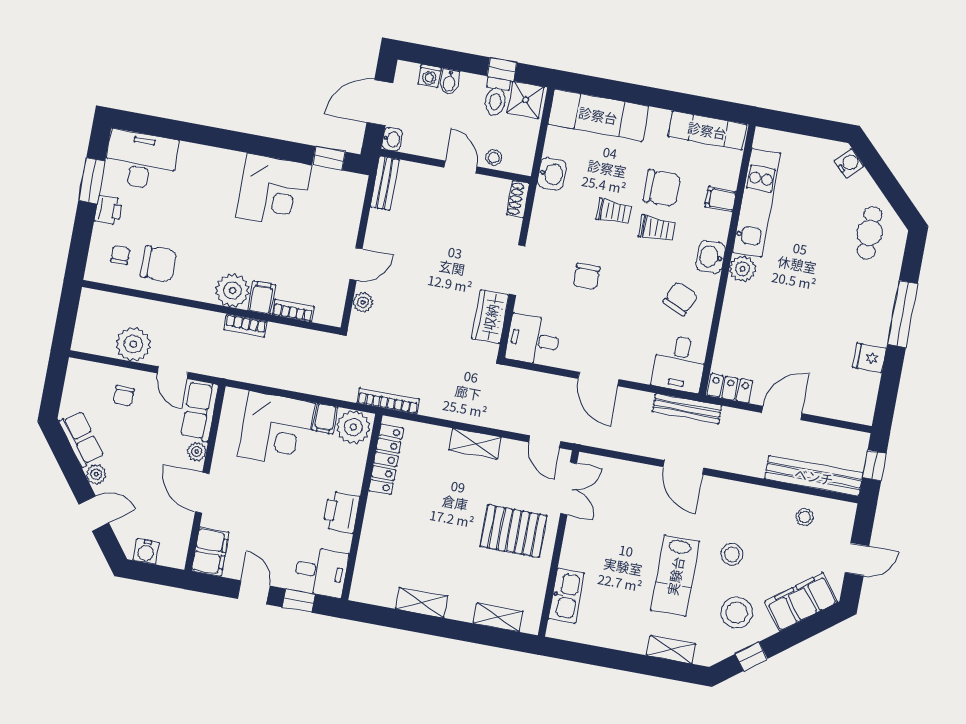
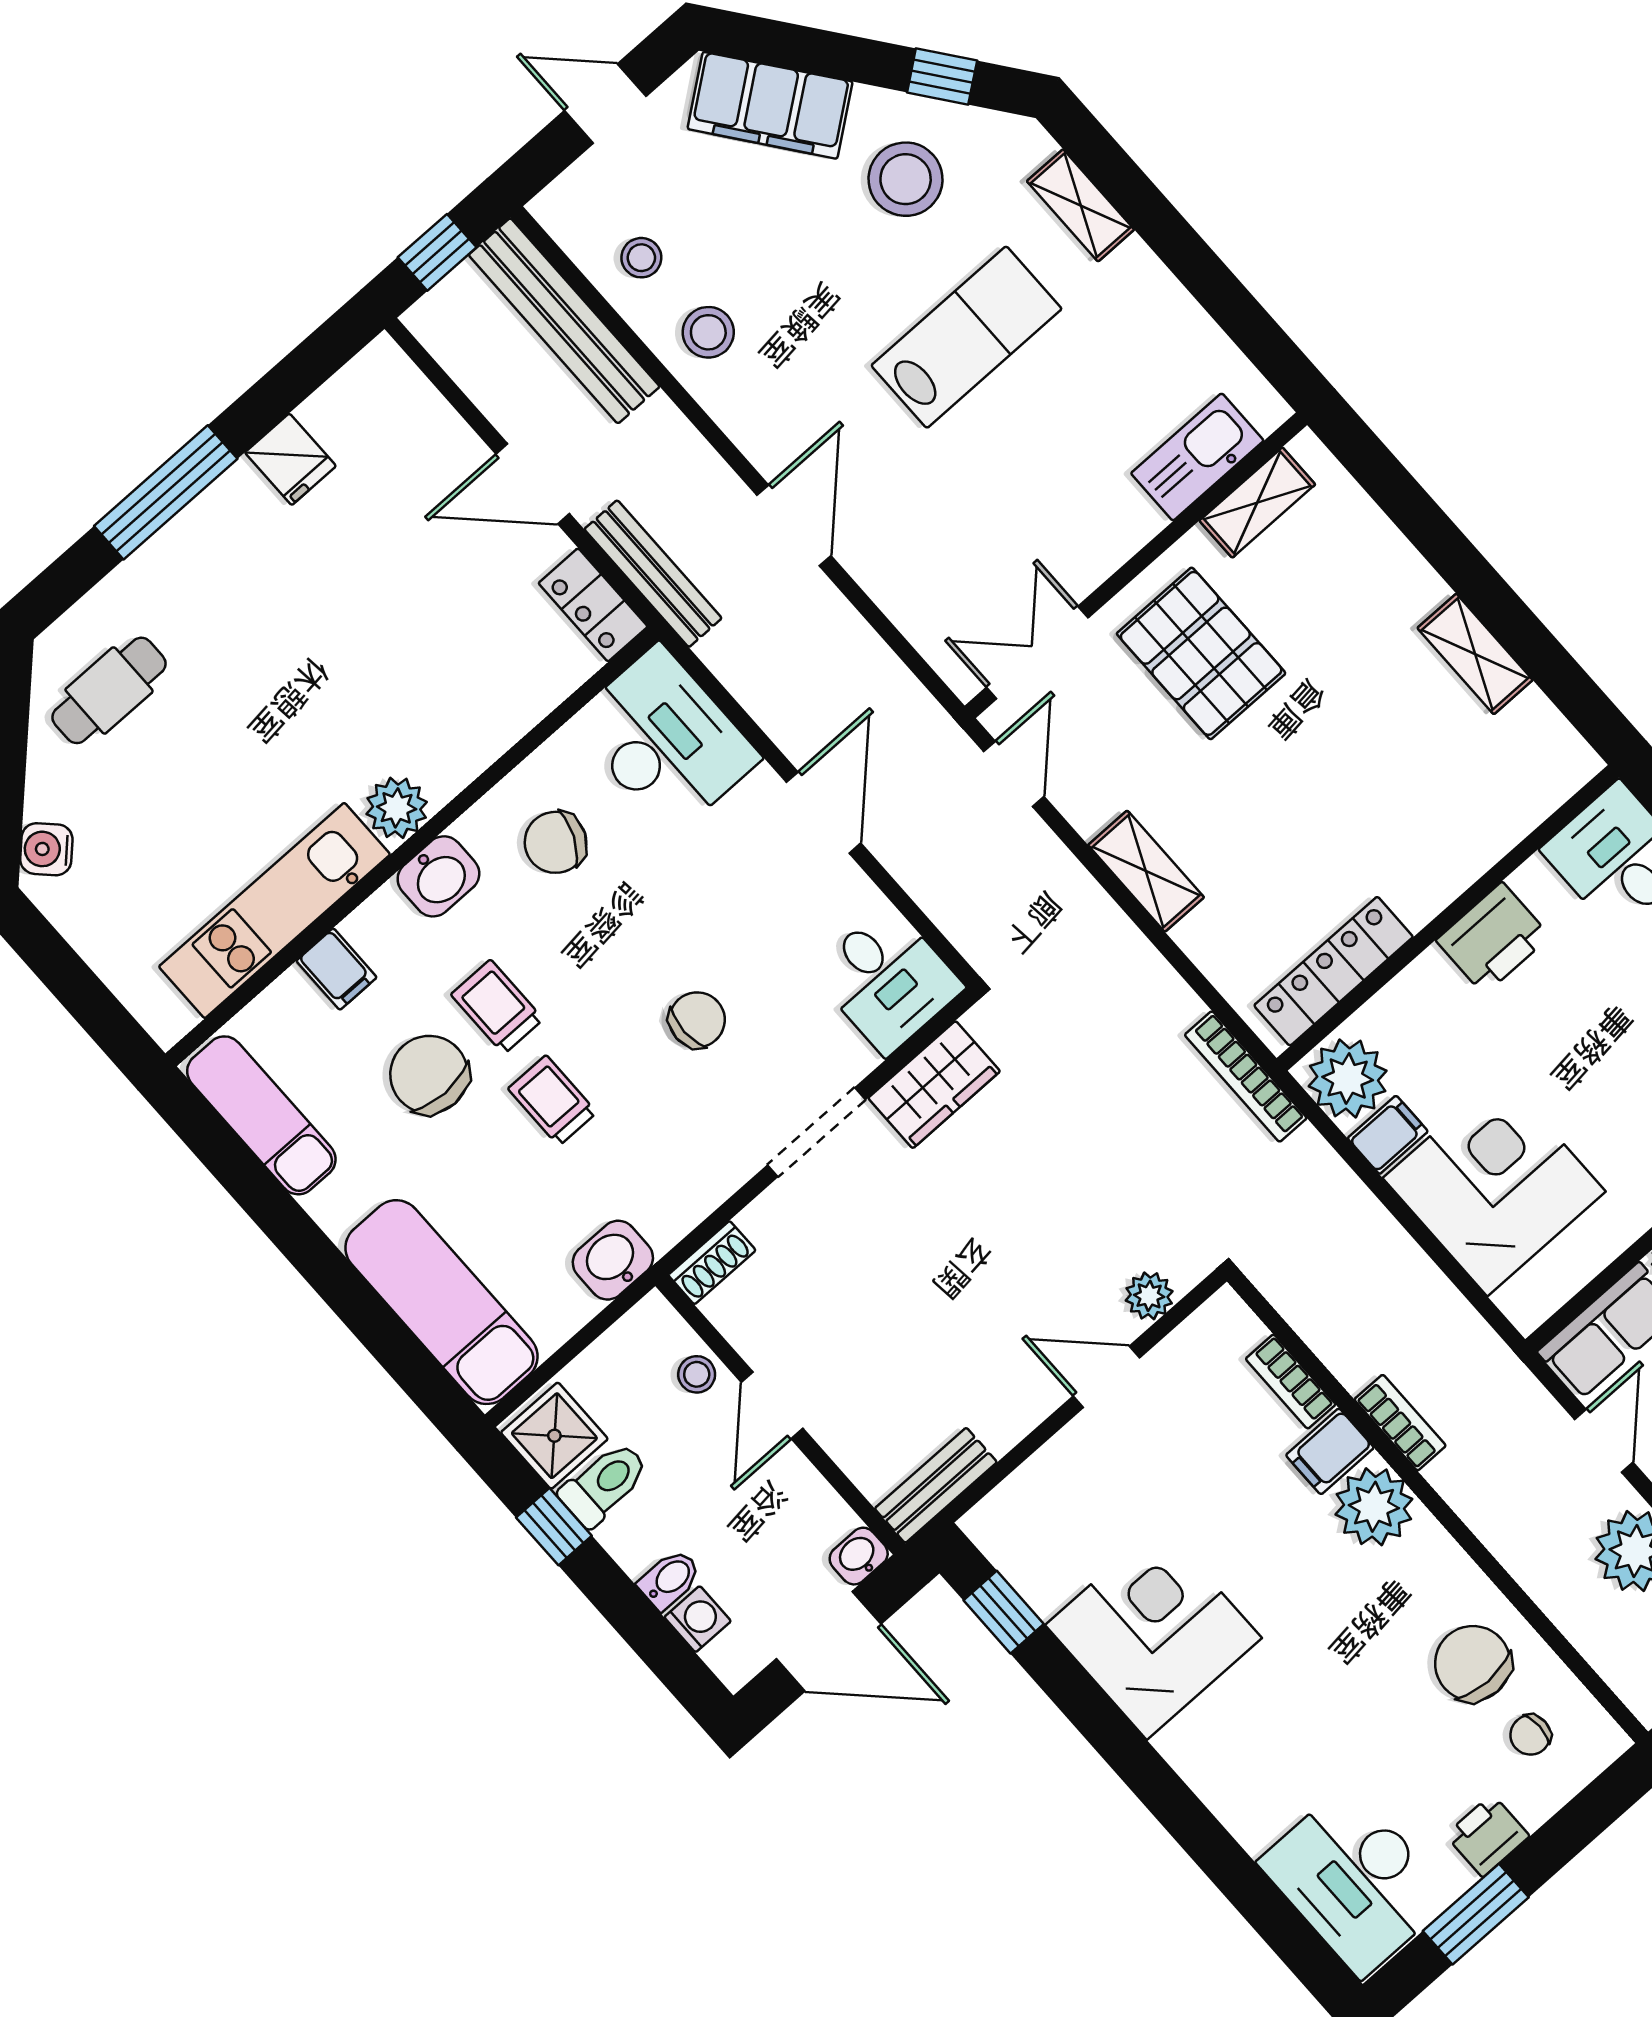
desk: (679, 363) -> (665, 740), width x1.37
bench: (687, 409) -> (653, 574), moved
stool: (732, 554) -> (708, 332), moved
shelving: (498, 617) -> (1257, 503), moved, turned 90

